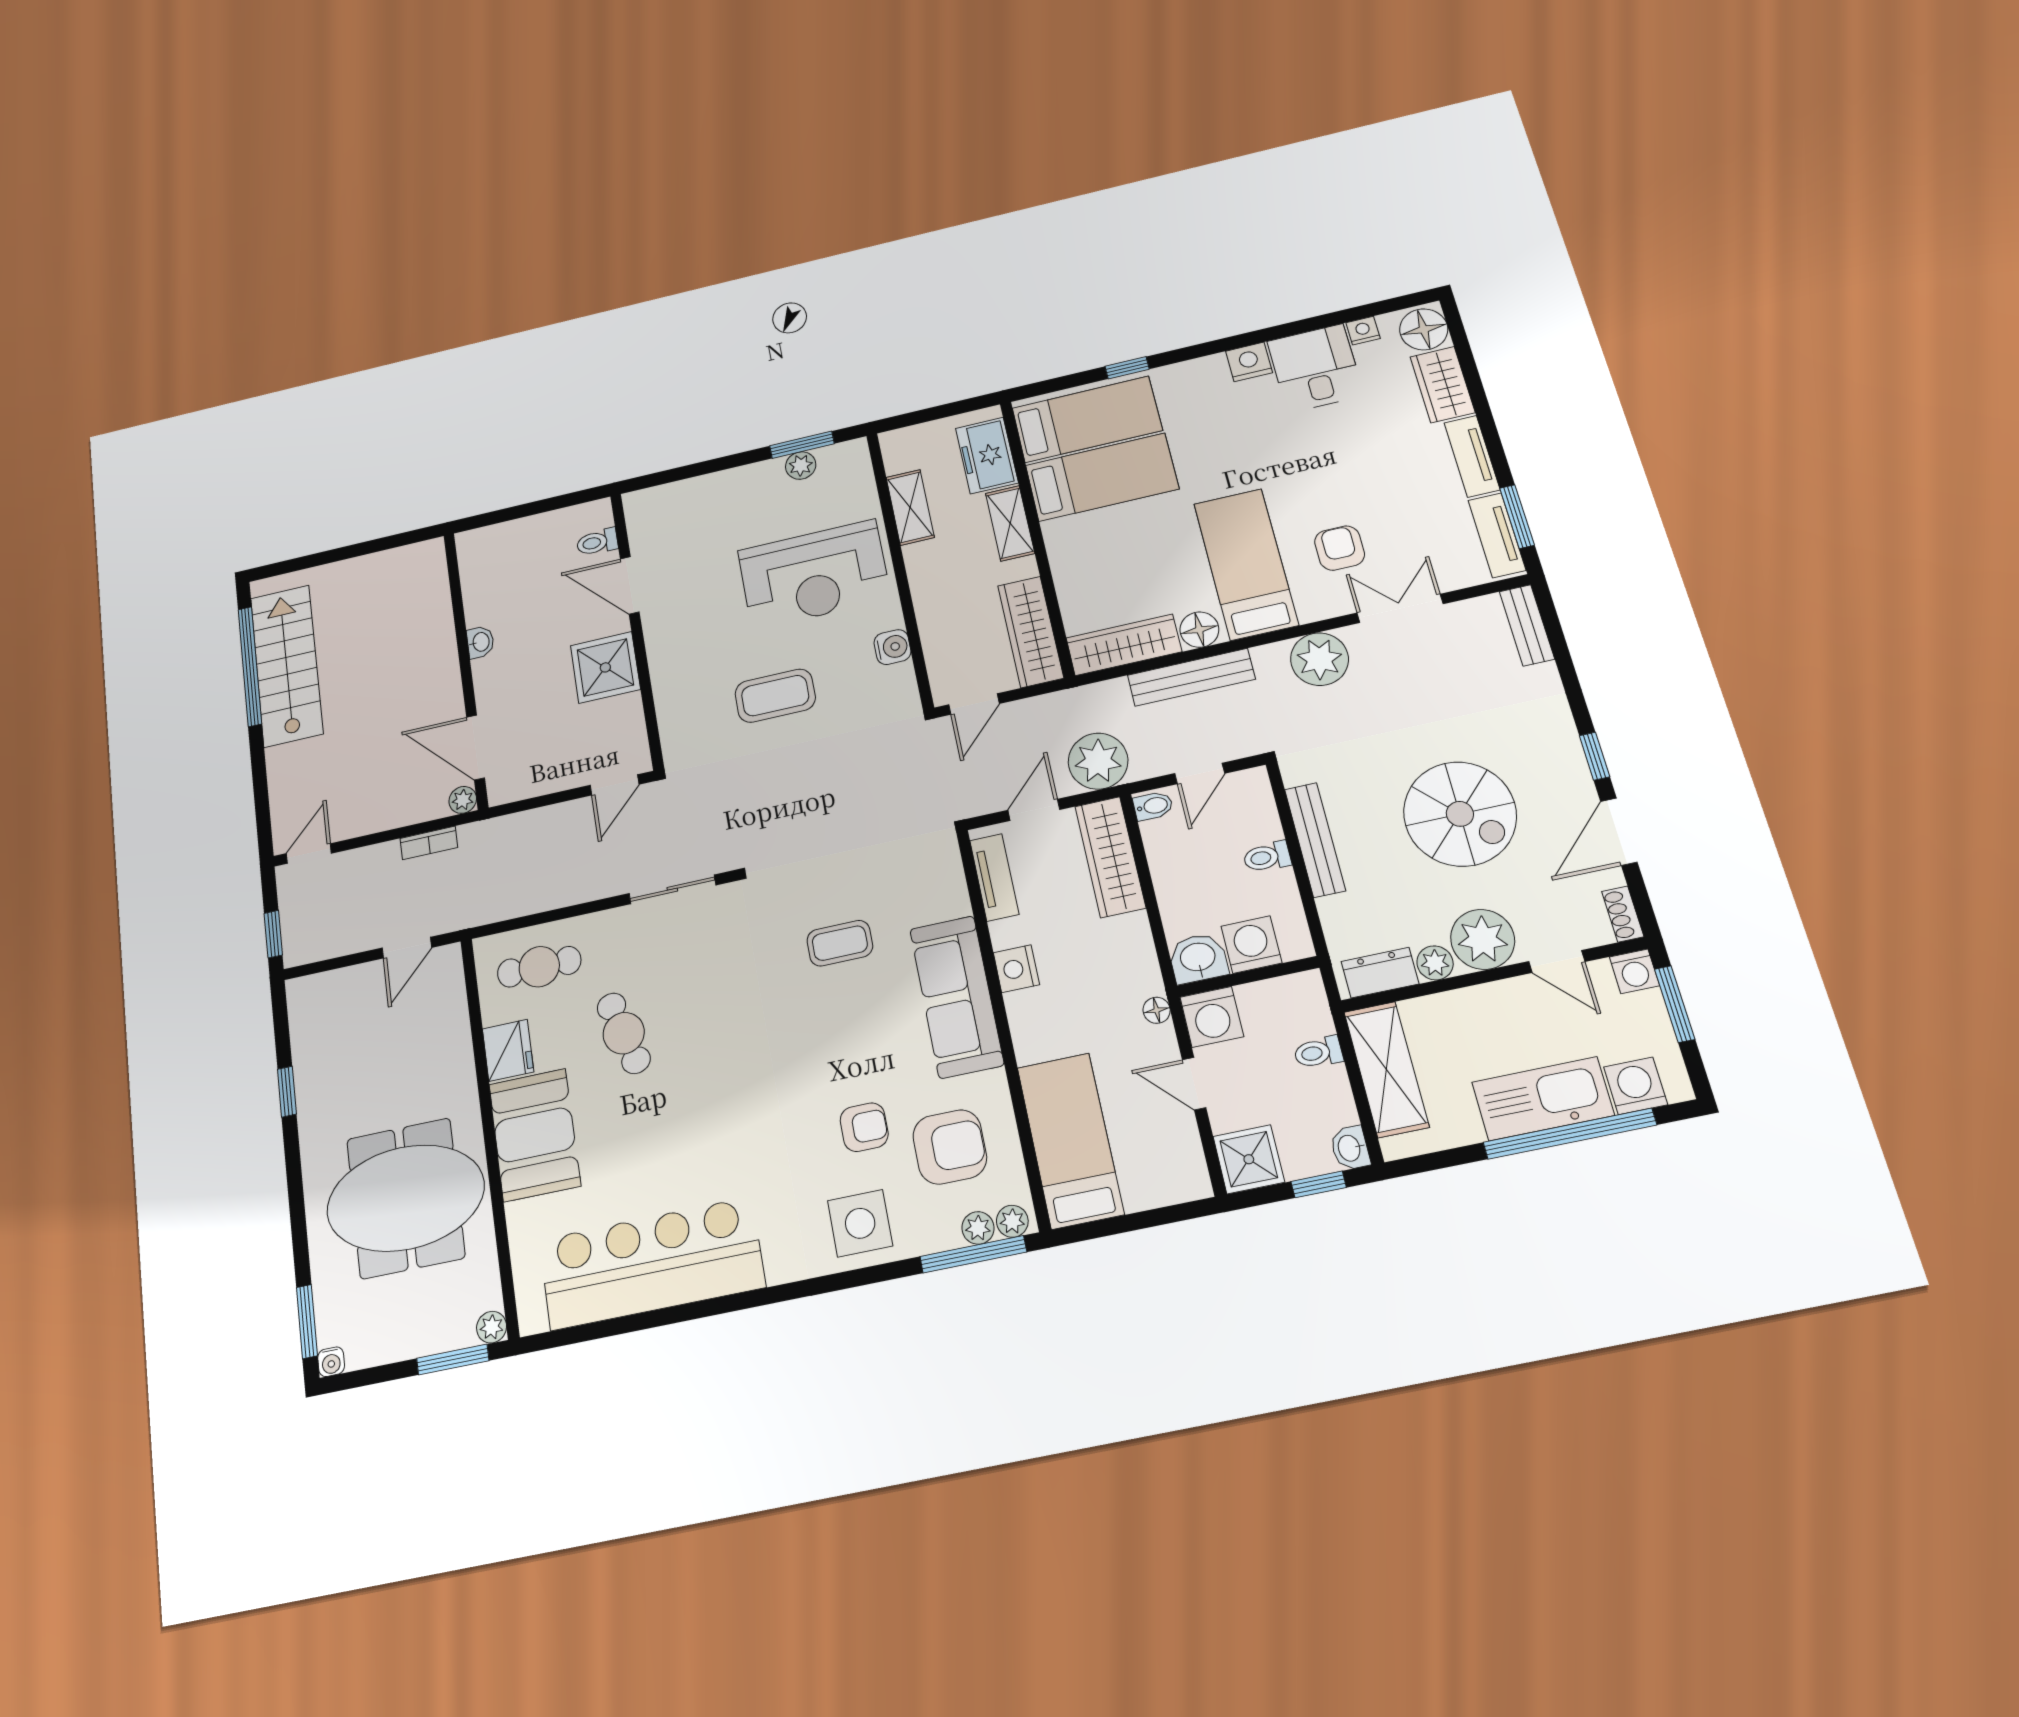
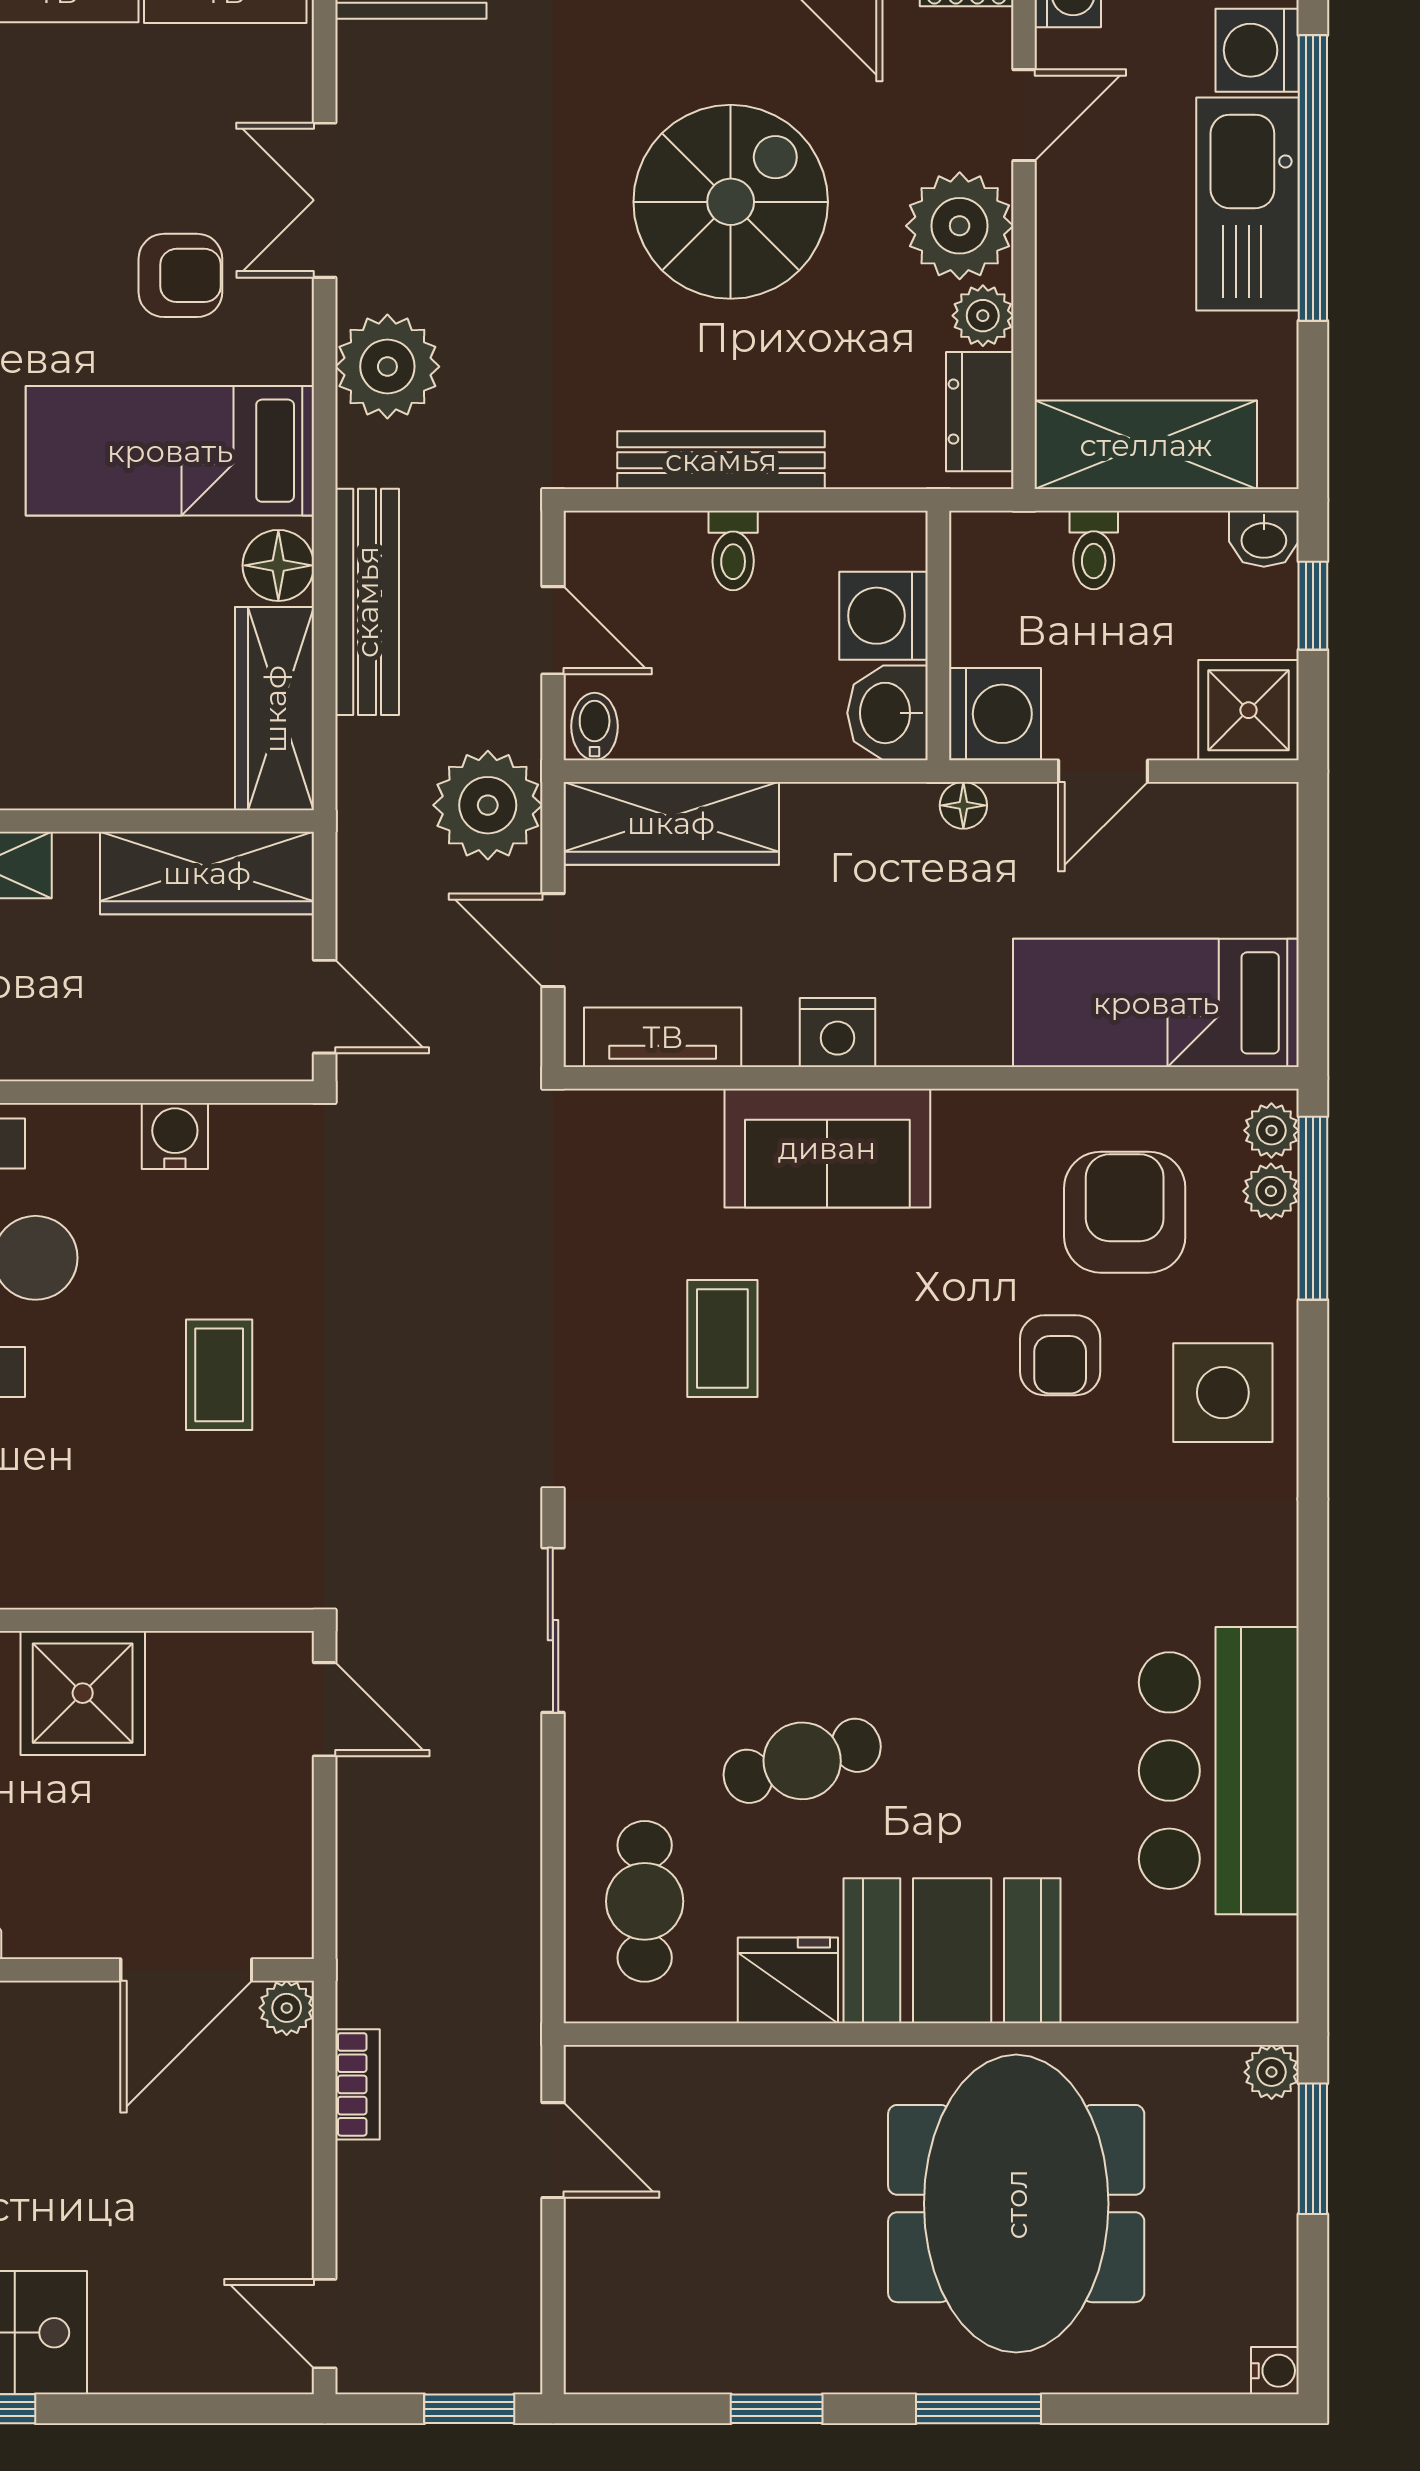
armchair: (1340, 548) -> (180, 275), turned 180
coffee table: (775, 696) -> (219, 1375), width x0.73, depth x0.77
sofa: (957, 997) -> (827, 1148), width x0.73
armchair: (864, 1127) -> (1060, 1355), turned 180
bar counter: (652, 1264) -> (1219, 1771), width x0.73
window: (307, 1322) -> (979, 2409), moved

